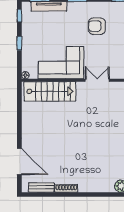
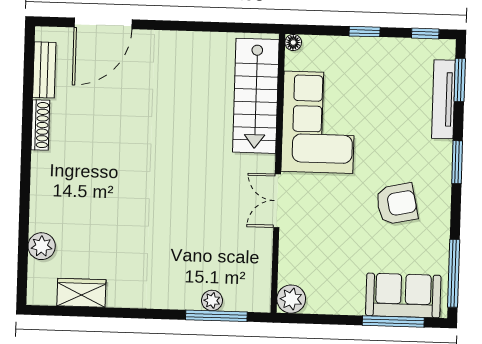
armchair: (97, 26) -> (397, 204), turned 78
double door: (97, 80) -> (277, 201), swing flipped

